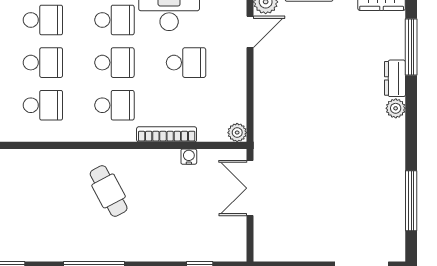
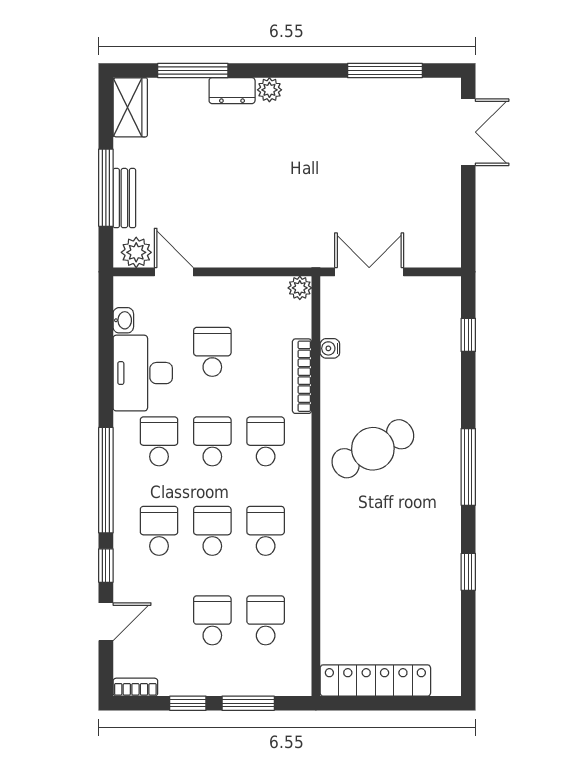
double door: (250, 188) -> (369, 272), swing flipped
cafe table: (109, 191) -> (373, 449), width x1.37, depth x1.35

